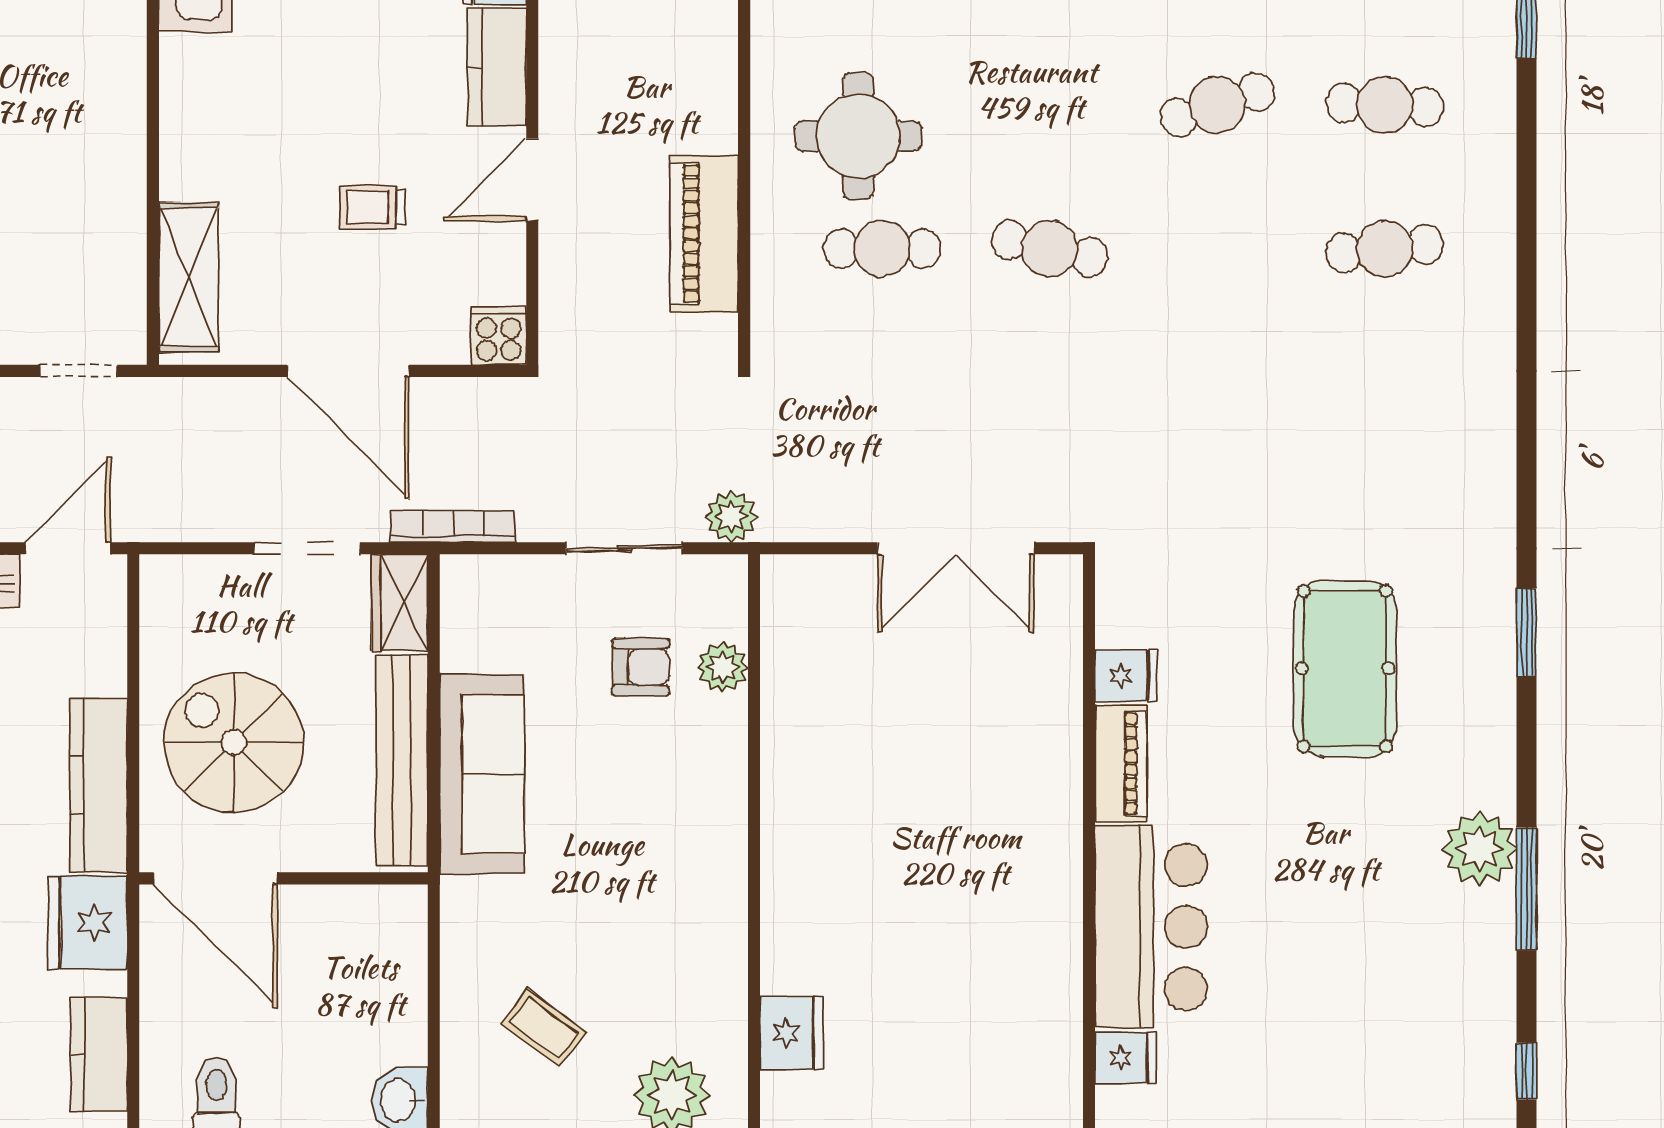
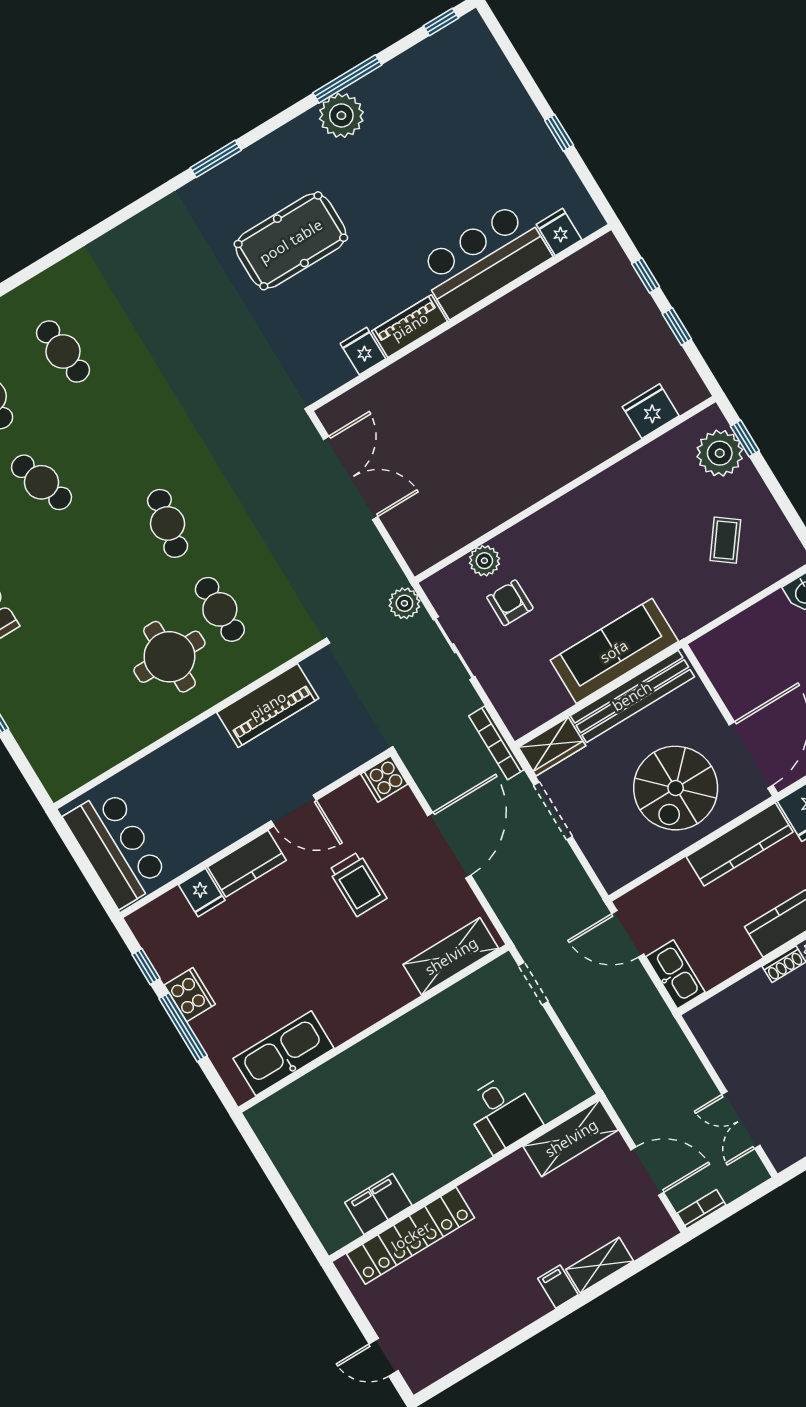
trolley: (372, 207) -> (358, 884), width x1.36, depth x1.39

